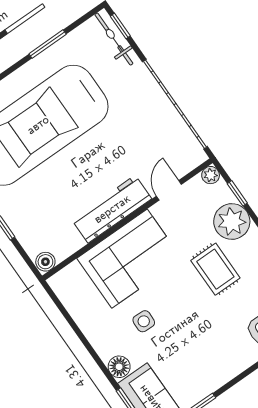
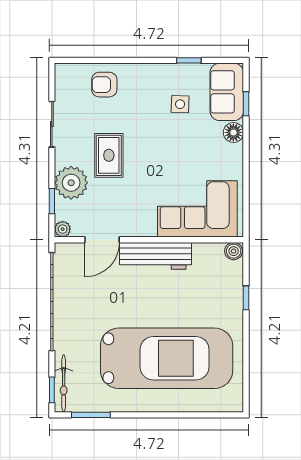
window: (48, 44) -> (91, 415), moved
door: (169, 190) -> (102, 240), width x1.38
corner sofa: (129, 259) -> (197, 209), moved
side table: (144, 321) -> (180, 104), moved

